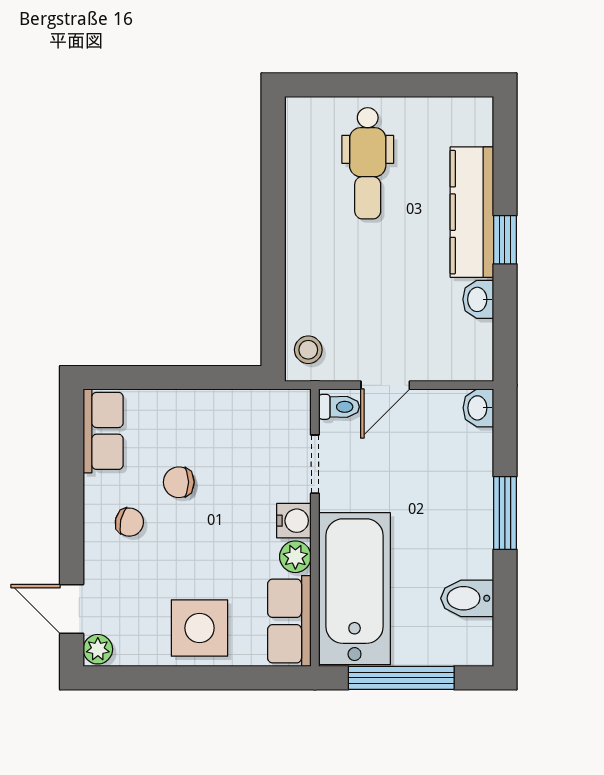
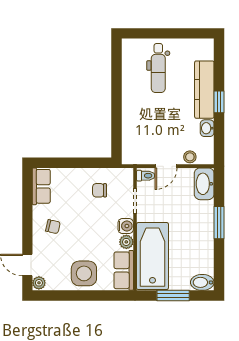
stool: (308, 350) -> (190, 157), moved
washbasin: (478, 408) -> (204, 184), width x1.91, depth x1.45
chair: (179, 482) -> (100, 190), moved
bidet: (467, 598) -> (202, 282), moved
window: (401, 678) -> (173, 296), width x0.69

